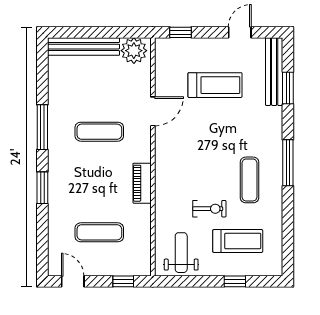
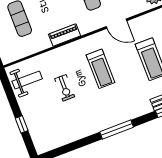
exercise mat: (249, 180) -> (95, 108), removed
treadmill: (238, 241) -> (100, 69), moved

